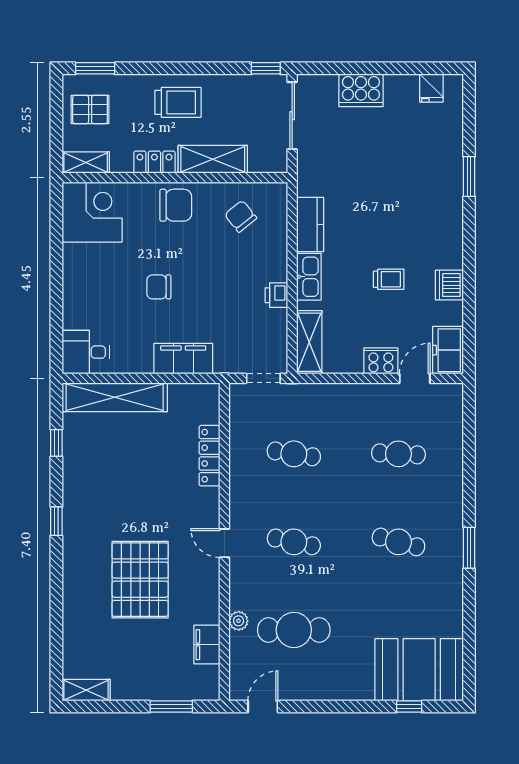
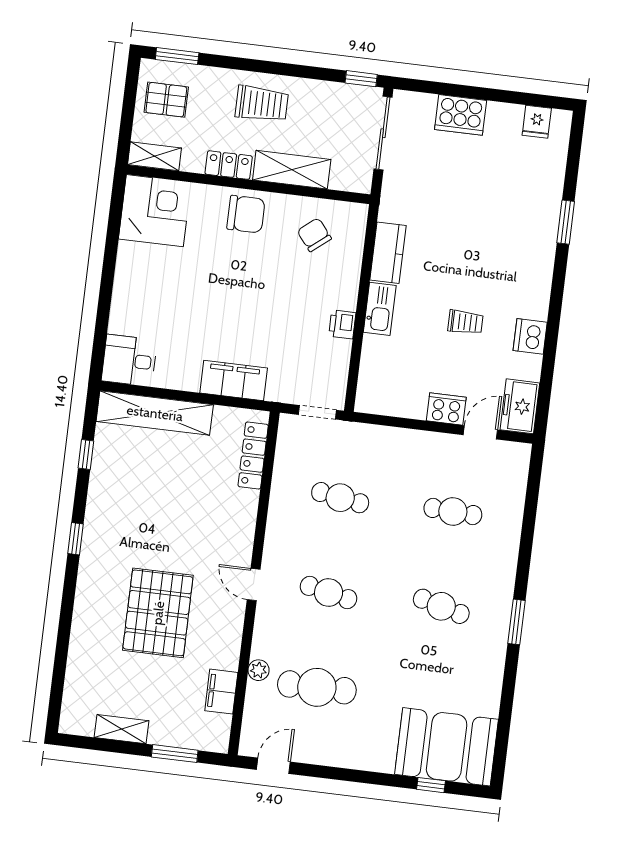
chair: (159, 287) -> (217, 300), removed
shelving: (309, 342) -> (371, 379), removed
locker: (209, 456) -> (253, 456), moved
shelving: (86, 690) -> (121, 729), moved

